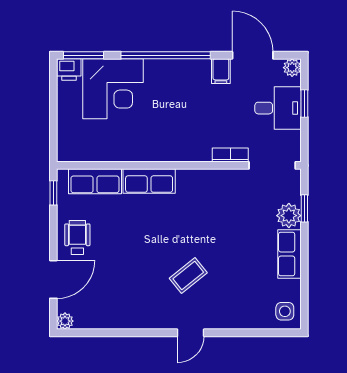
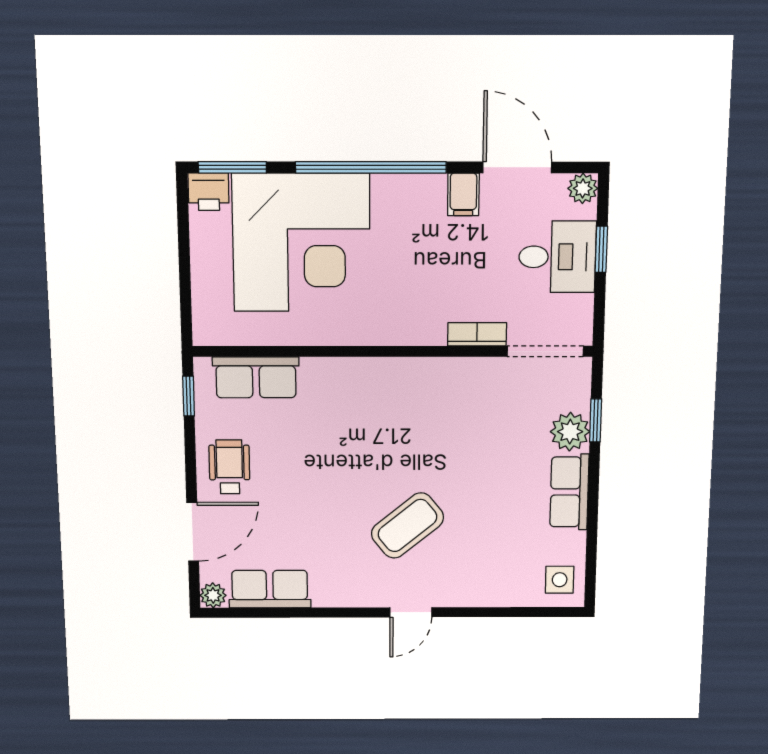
corner desk: (113, 89) -> (301, 243), width x1.36, depth x1.36
row of seats: (149, 181) -> (270, 589), moved, turned 180
coffee table: (188, 276) -> (407, 526), width x1.36, depth x1.30

